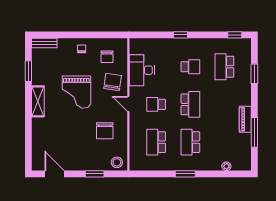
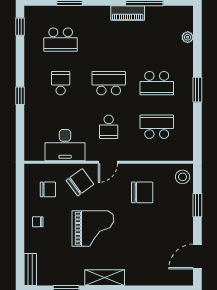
chair: (113, 82) -> (80, 182), turned 136
school desk: (156, 142) -> (157, 127), turned 180

